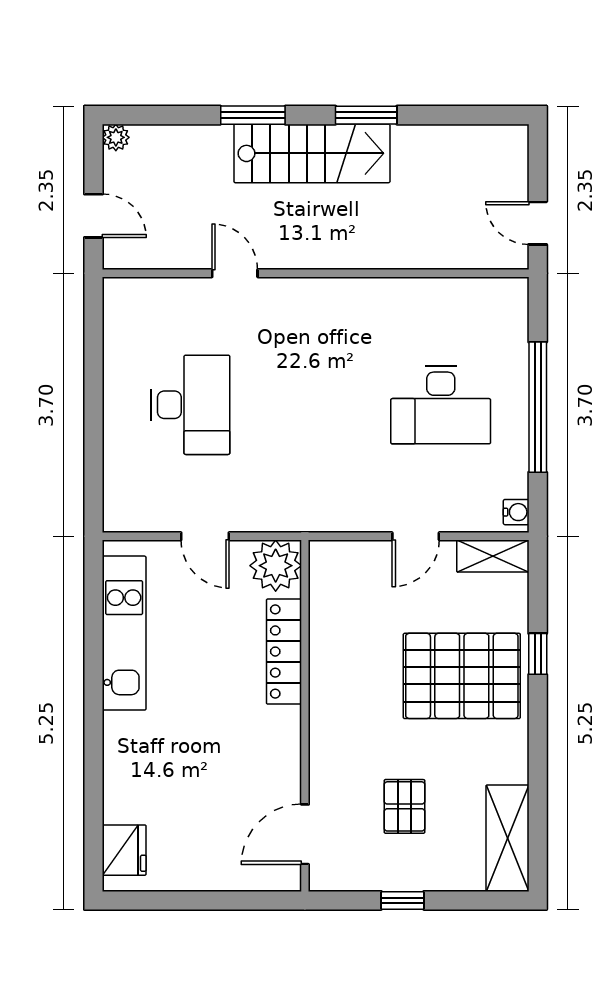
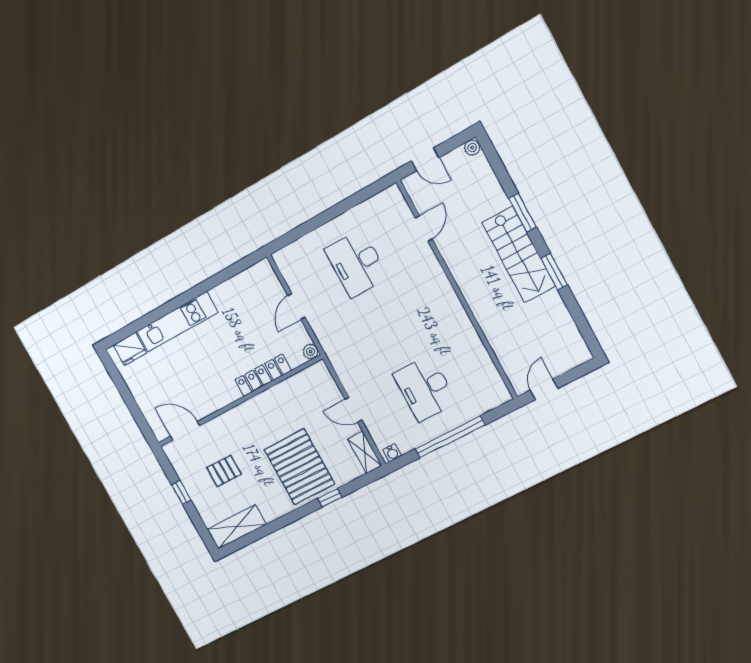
door: (94, 216) -> (425, 159), hinge flipped
door: (235, 273) -> (424, 228), moved
desk: (190, 405) -> (356, 263), turned 90
plant: (276, 566) -> (311, 352), width x0.53, depth x0.53
kitchen unit: (124, 633) -> (177, 322), moved

